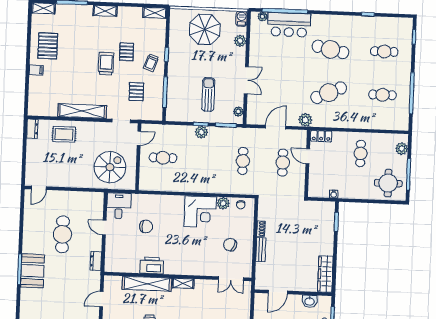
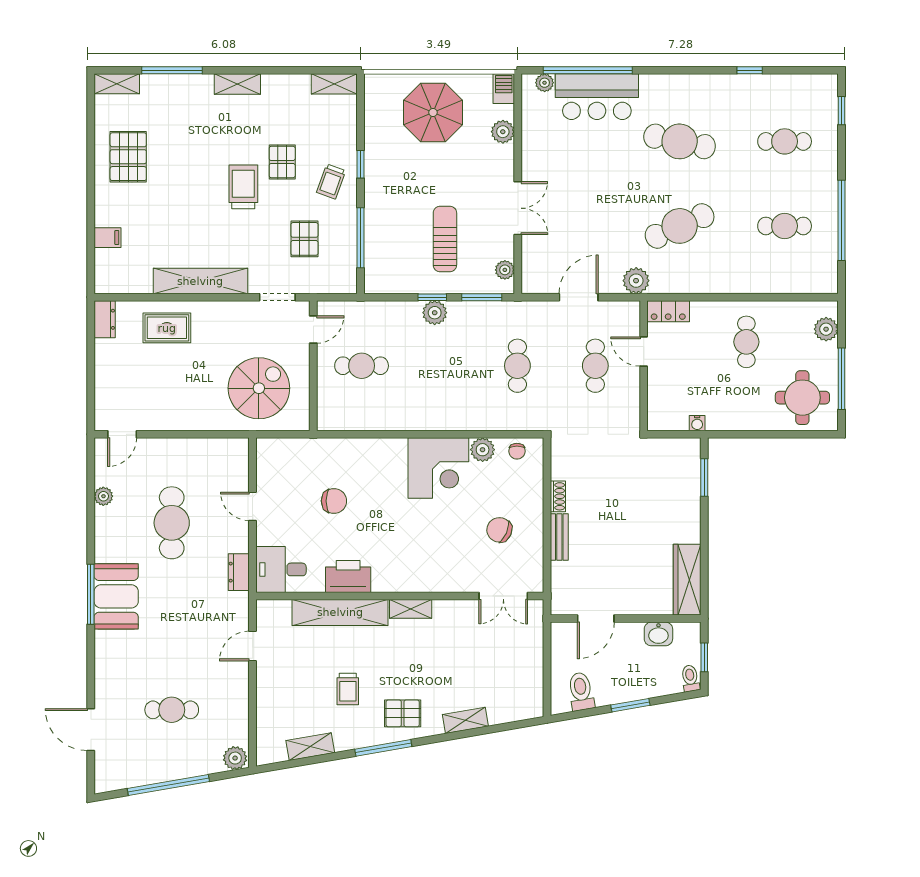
filing cabinet: (36, 70) -> (108, 238), moved
desk: (119, 206) -> (281, 569), moved, turned -90
plant: (28, 219) -> (103, 496), added

